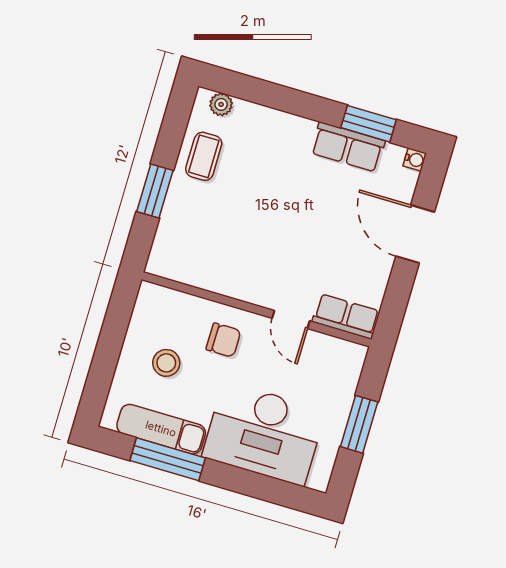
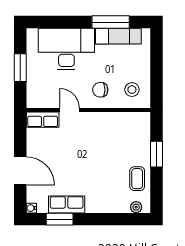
stool: (166, 363) -> (132, 90), moved

